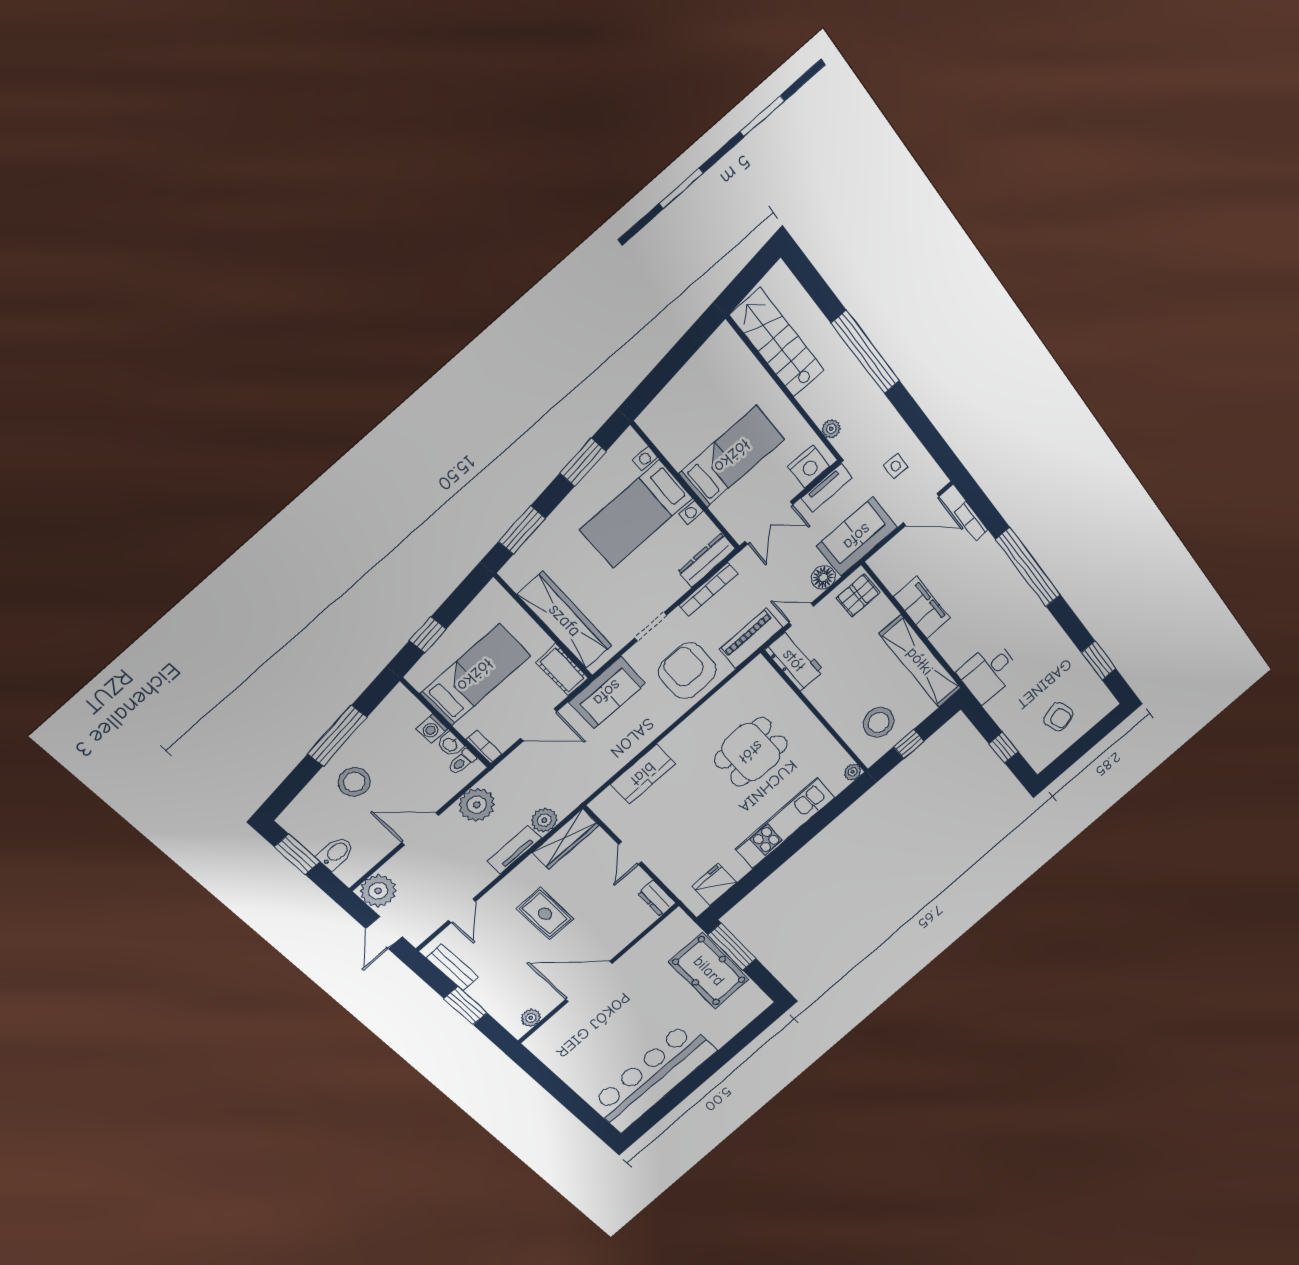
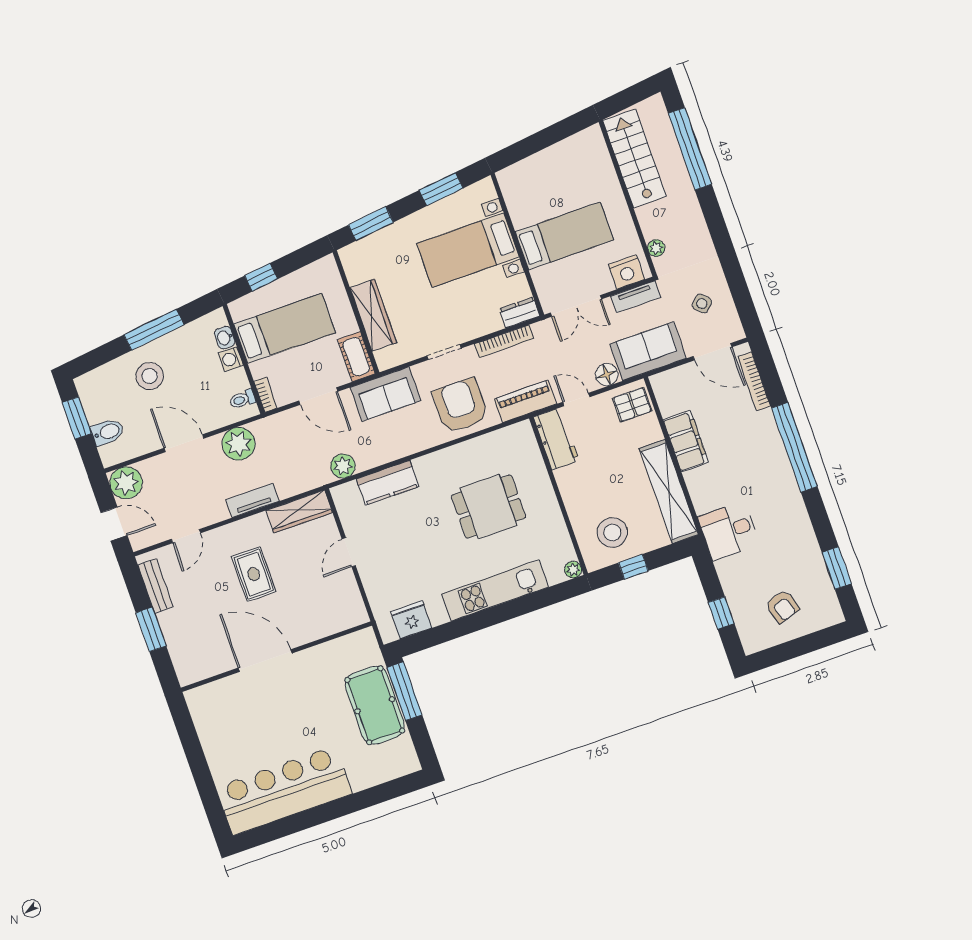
window: (866, 352) -> (690, 149), moved
side table: (896, 466) -> (702, 303), turned 45
bookcase: (971, 521) -> (754, 381), width x1.56
dresser: (707, 560) -> (520, 312), width x0.70
wardrobe: (565, 620) -> (373, 315), width x0.71, depth x0.85
washbasin: (450, 744) -> (225, 338), moved
plant: (544, 820) -> (343, 466), moved
dresser: (657, 898) -> (355, 608), removed
door: (384, 933) -> (114, 524), swing flipped
plant: (531, 1018) -> (201, 671), removed

